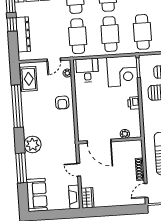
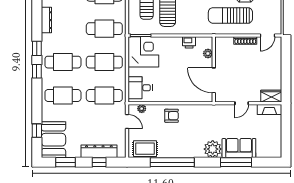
window: (12, 24) -> (99, 162), moved
printer: (134, 103) -> (189, 42), moved
door: (99, 141) -> (214, 80), swing flipped
door: (146, 191) -> (267, 35), hinge flipped
sofa: (37, 195) -> (239, 148), moved

